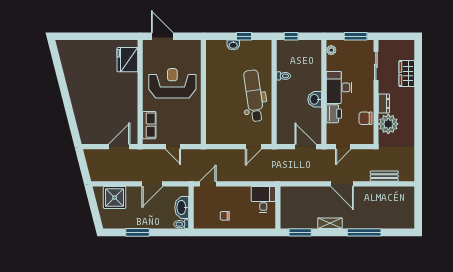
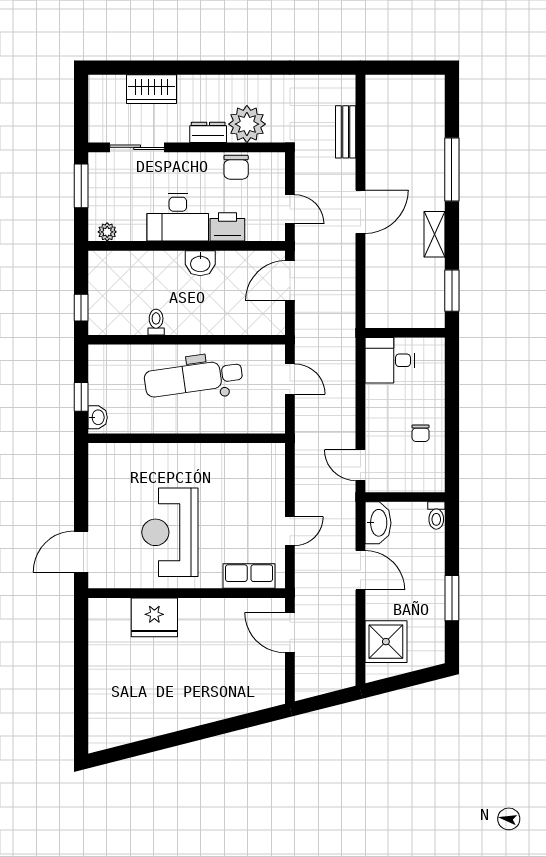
fridge: (127, 60) -> (154, 617), moved
wall: (203, 92) -> (187, 438), moved
washbasin: (182, 207) -> (378, 523), moved, turned -90

